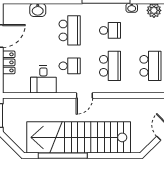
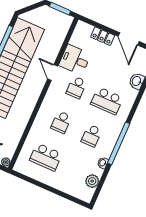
school desk: (110, 66) -> (61, 122), width x0.54
door: (84, 95) -> (53, 73), moved

